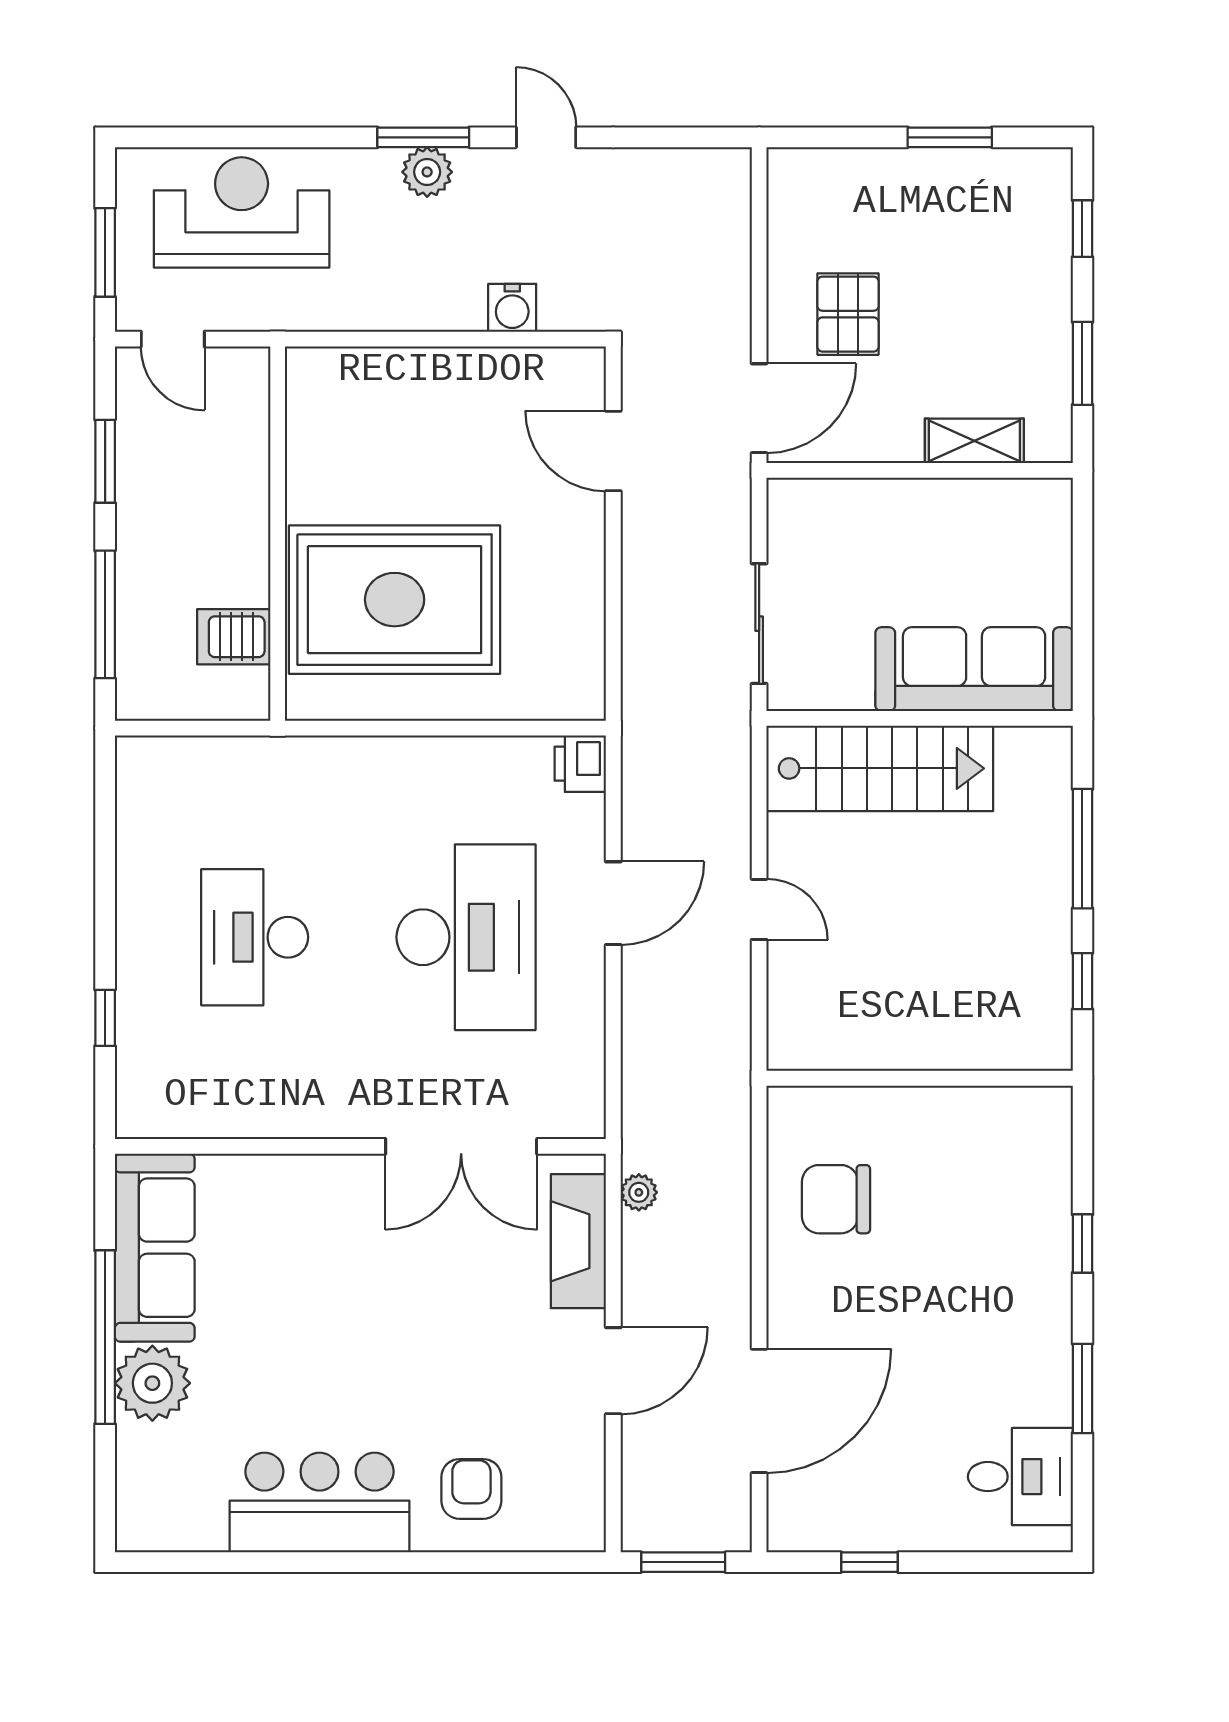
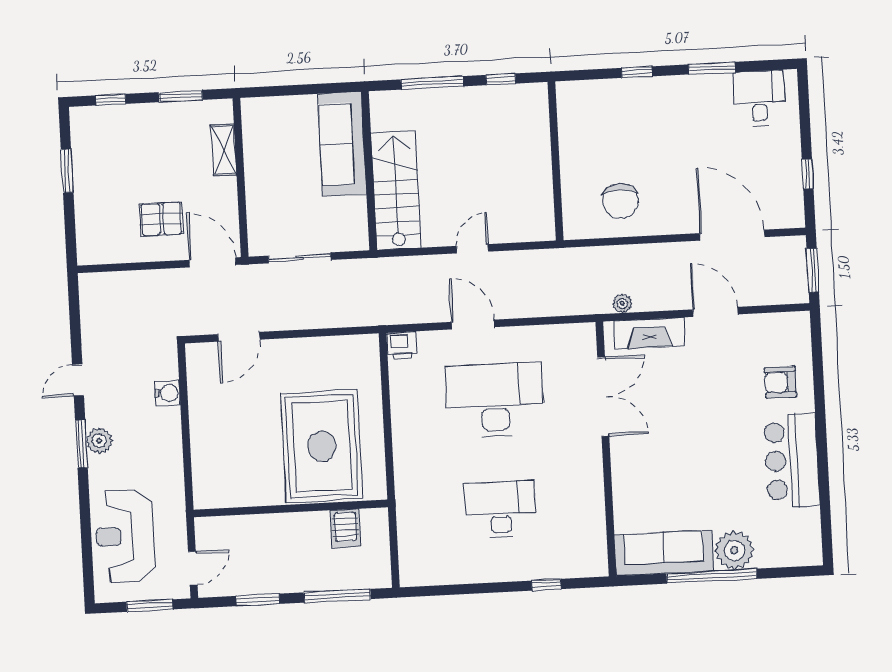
sliding door: (759, 624) -> (300, 258), moved
desk: (255, 937) -> (500, 509), turned 180

